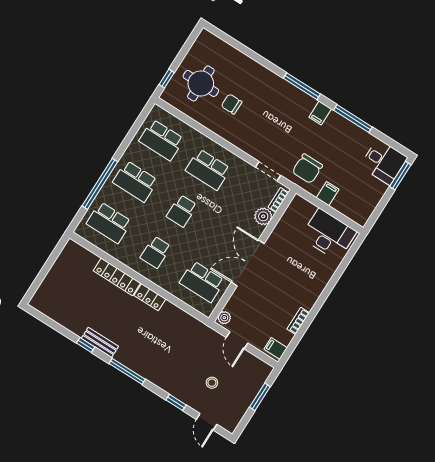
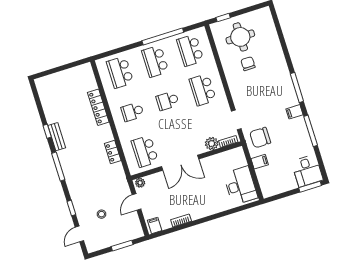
window: (100, 184) -> (163, 36), moved
double door: (248, 263) -> (180, 163), swing flipped
locker: (150, 297) -> (113, 152), moved

